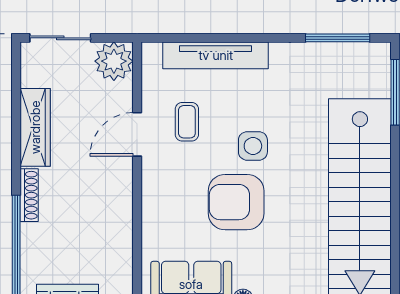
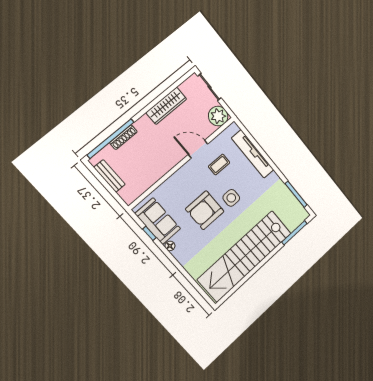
shoe rack: (29, 195) -> (123, 137), moved
armchair: (236, 202) -> (205, 210), turned -90

